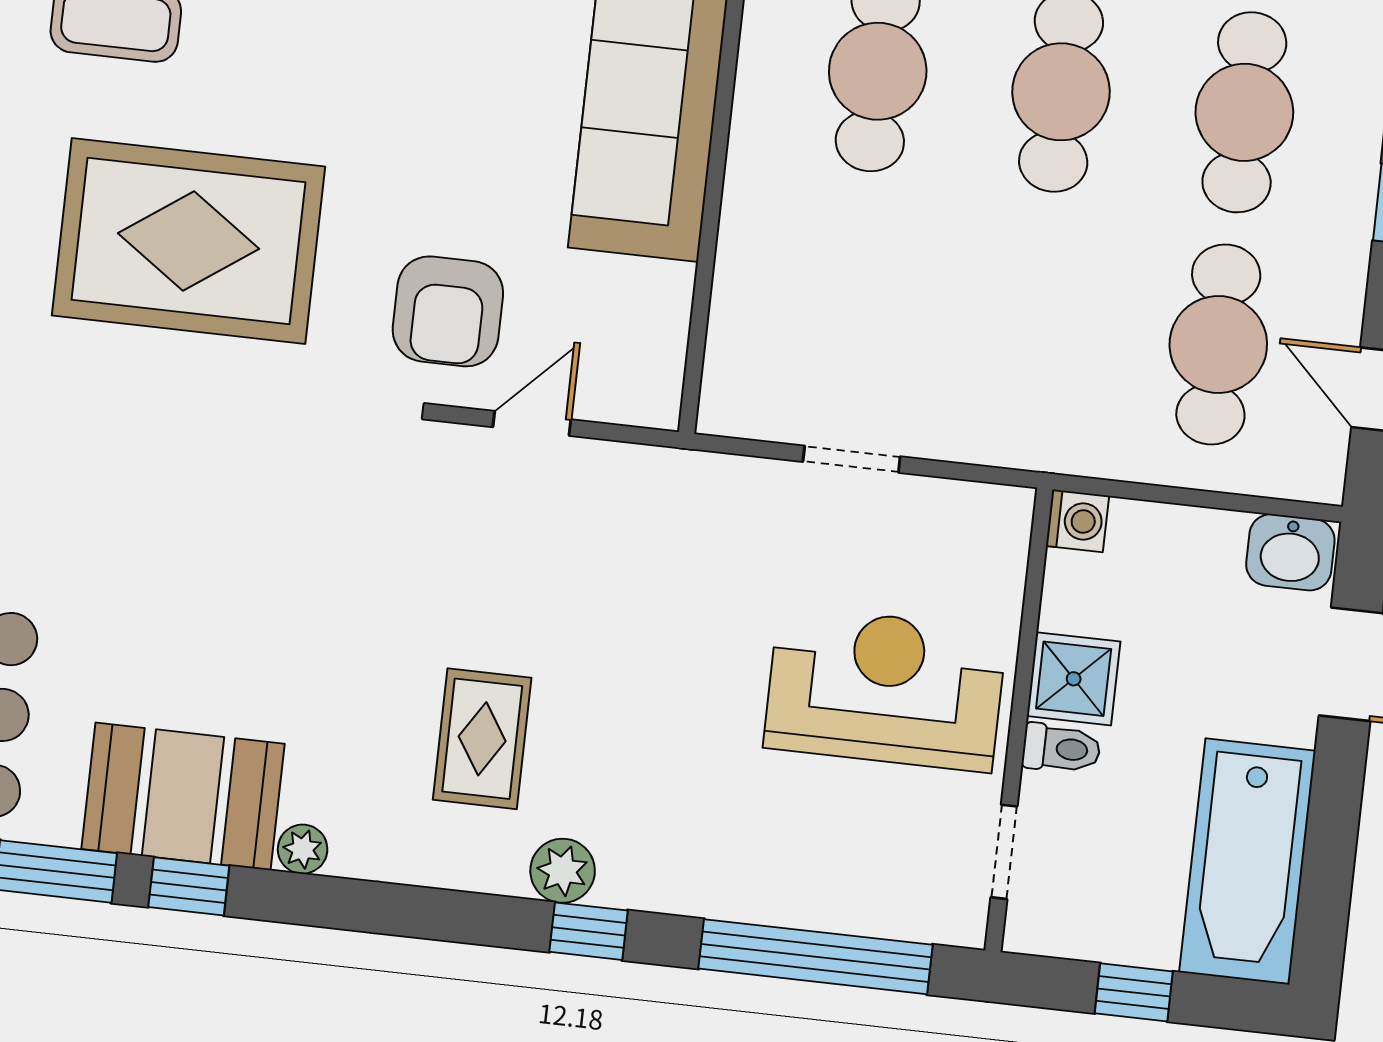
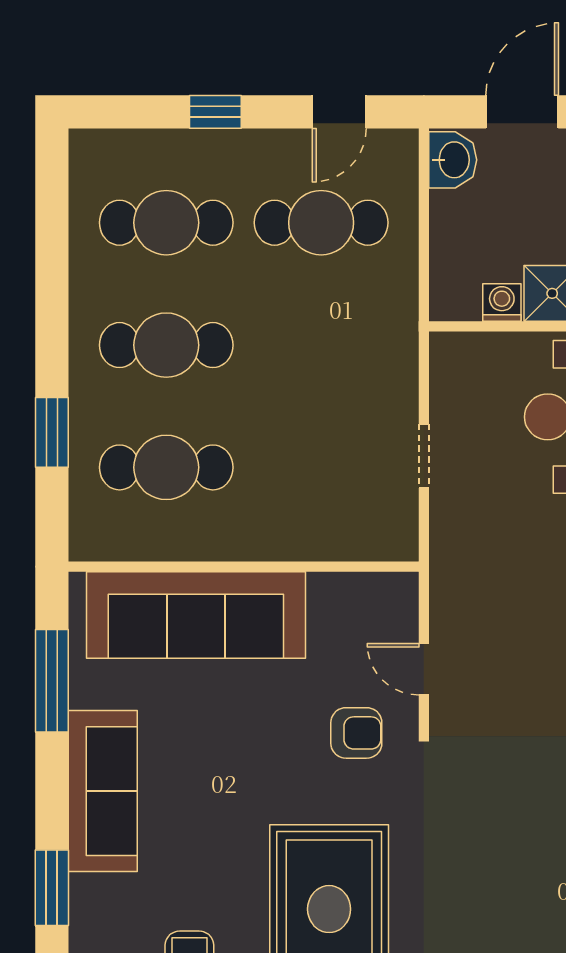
armchair: (448, 311) -> (356, 733), width x0.72, depth x0.72
washing machine: (1078, 521) -> (502, 302), moved

